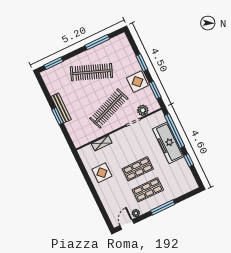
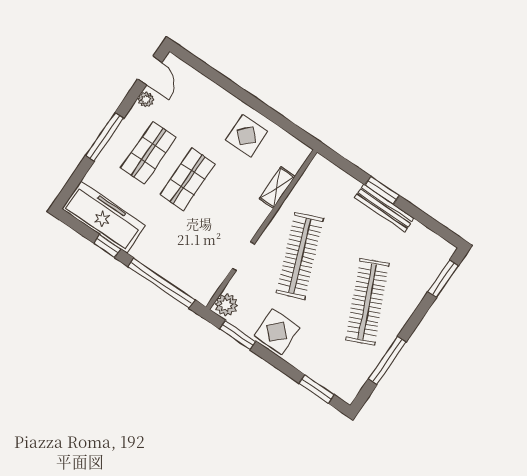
window: (142, 63) -> (317, 389), moved
clothes rail: (91, 72) -> (367, 302), turned -45
plant: (143, 110) -> (226, 305), moved
freezer: (168, 143) -> (104, 217), moved

